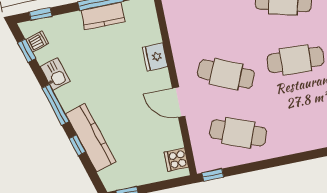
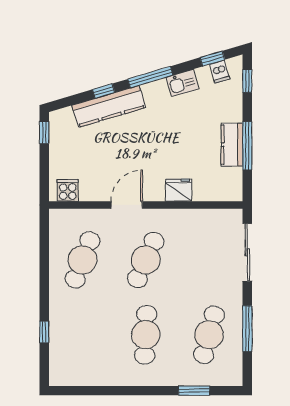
window: (213, 175) -> (44, 332), moved

